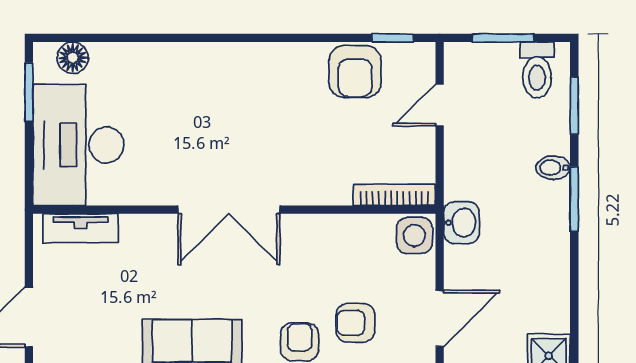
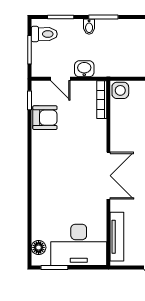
washbasin: (461, 223) -> (84, 69), moved
tv unit: (81, 228) -> (117, 237), width x1.41

